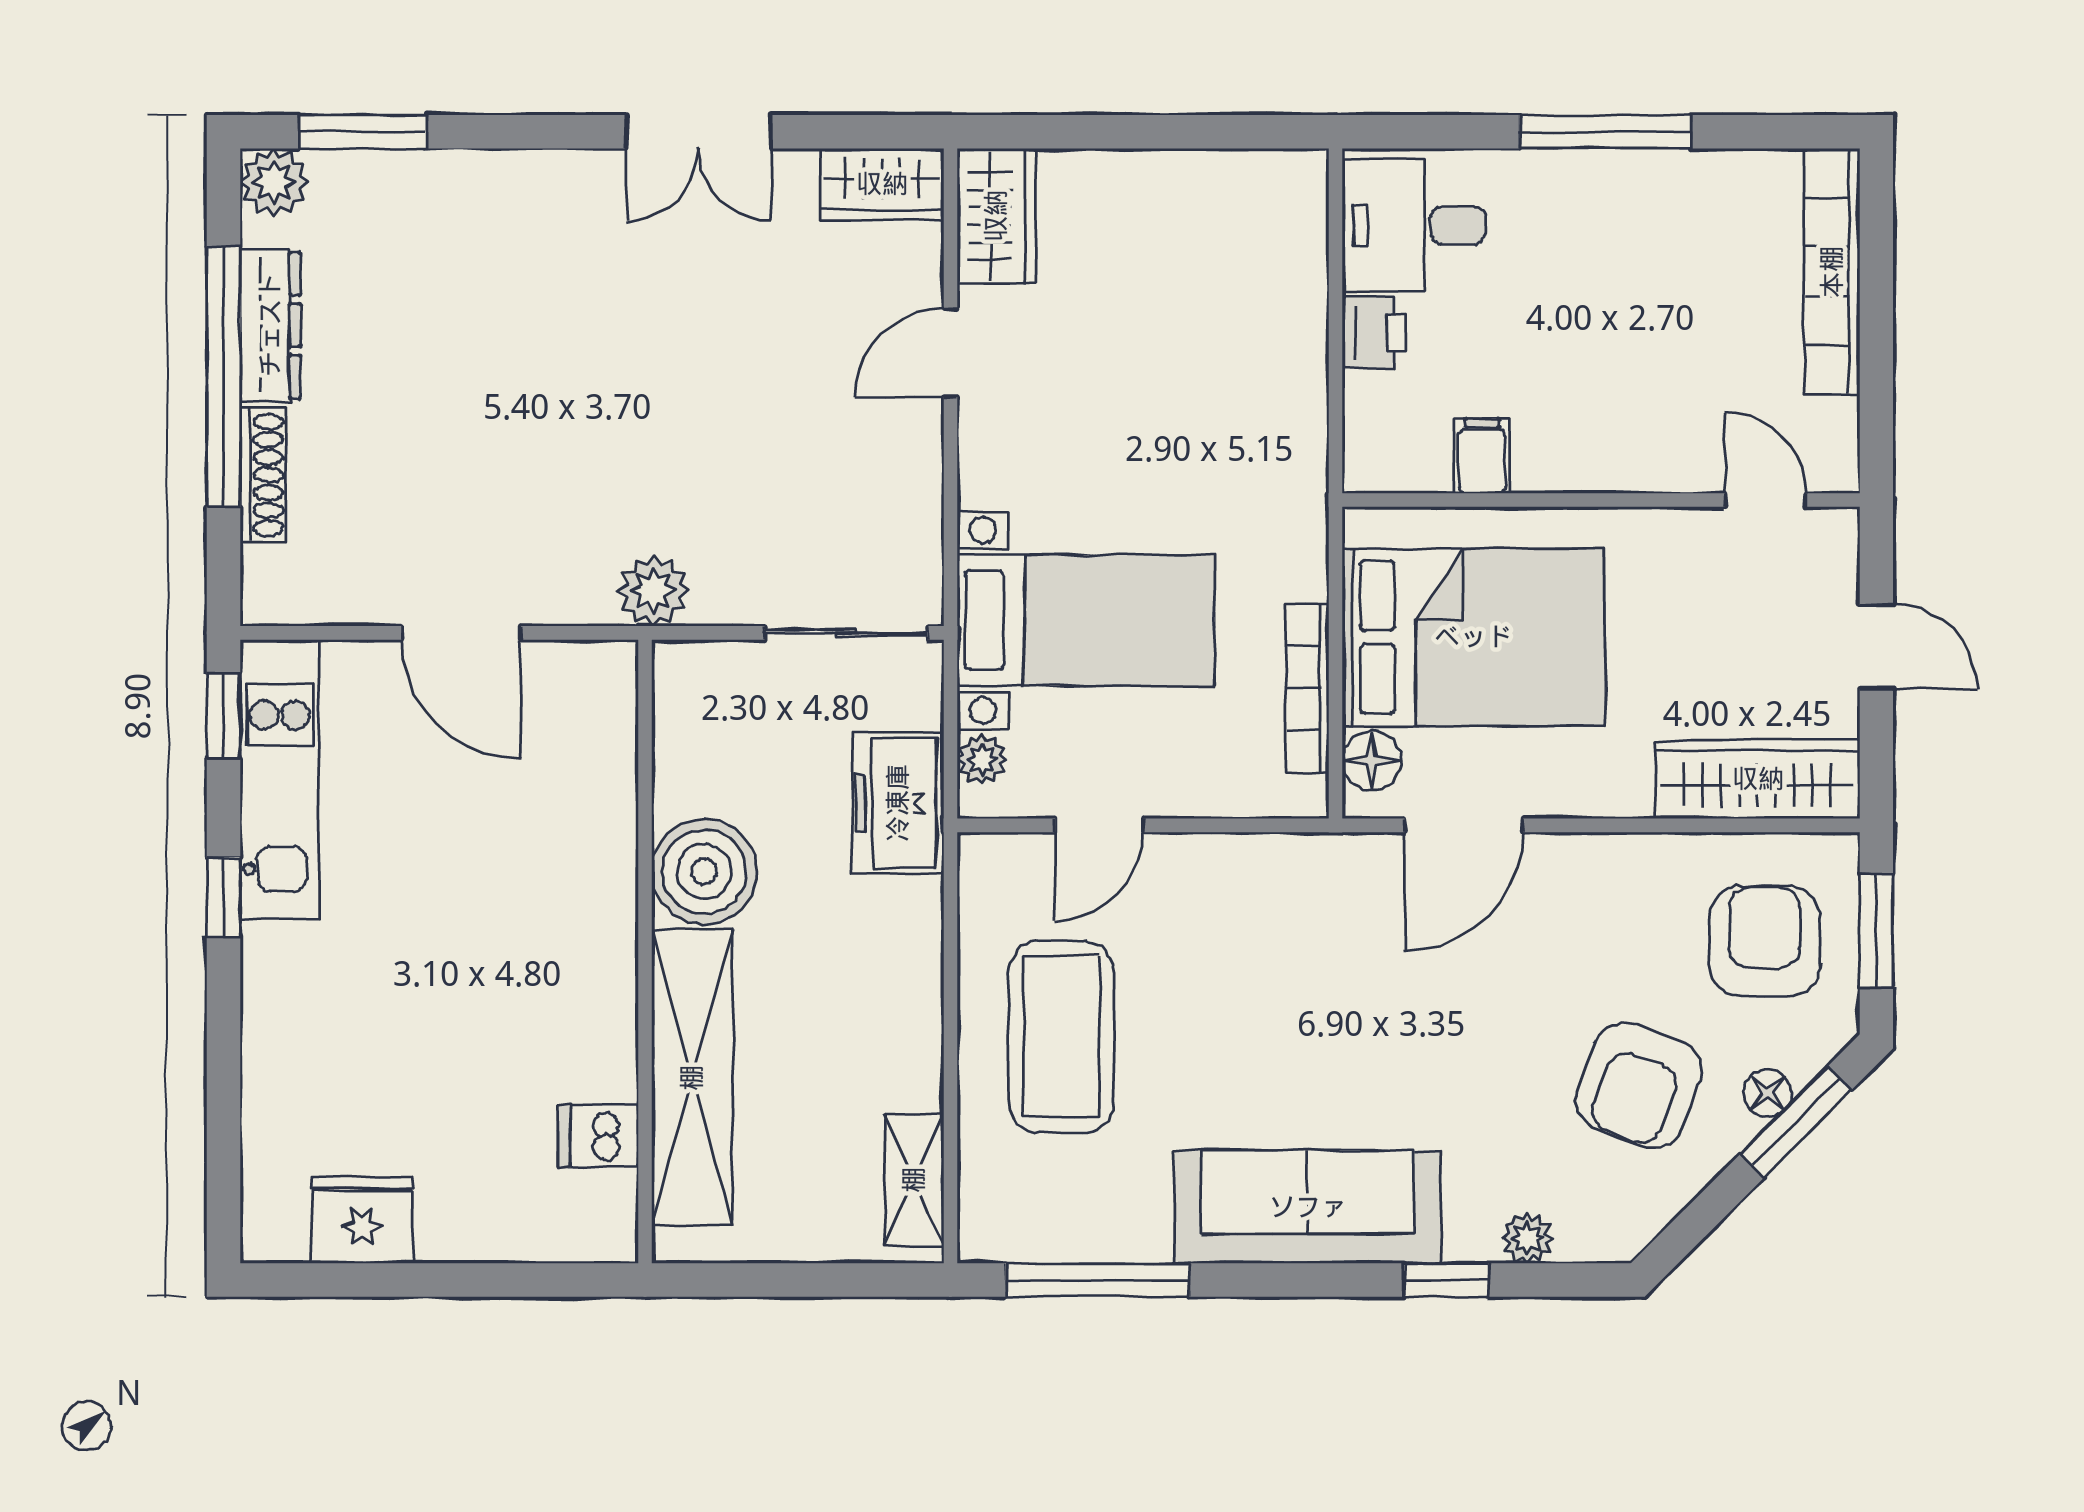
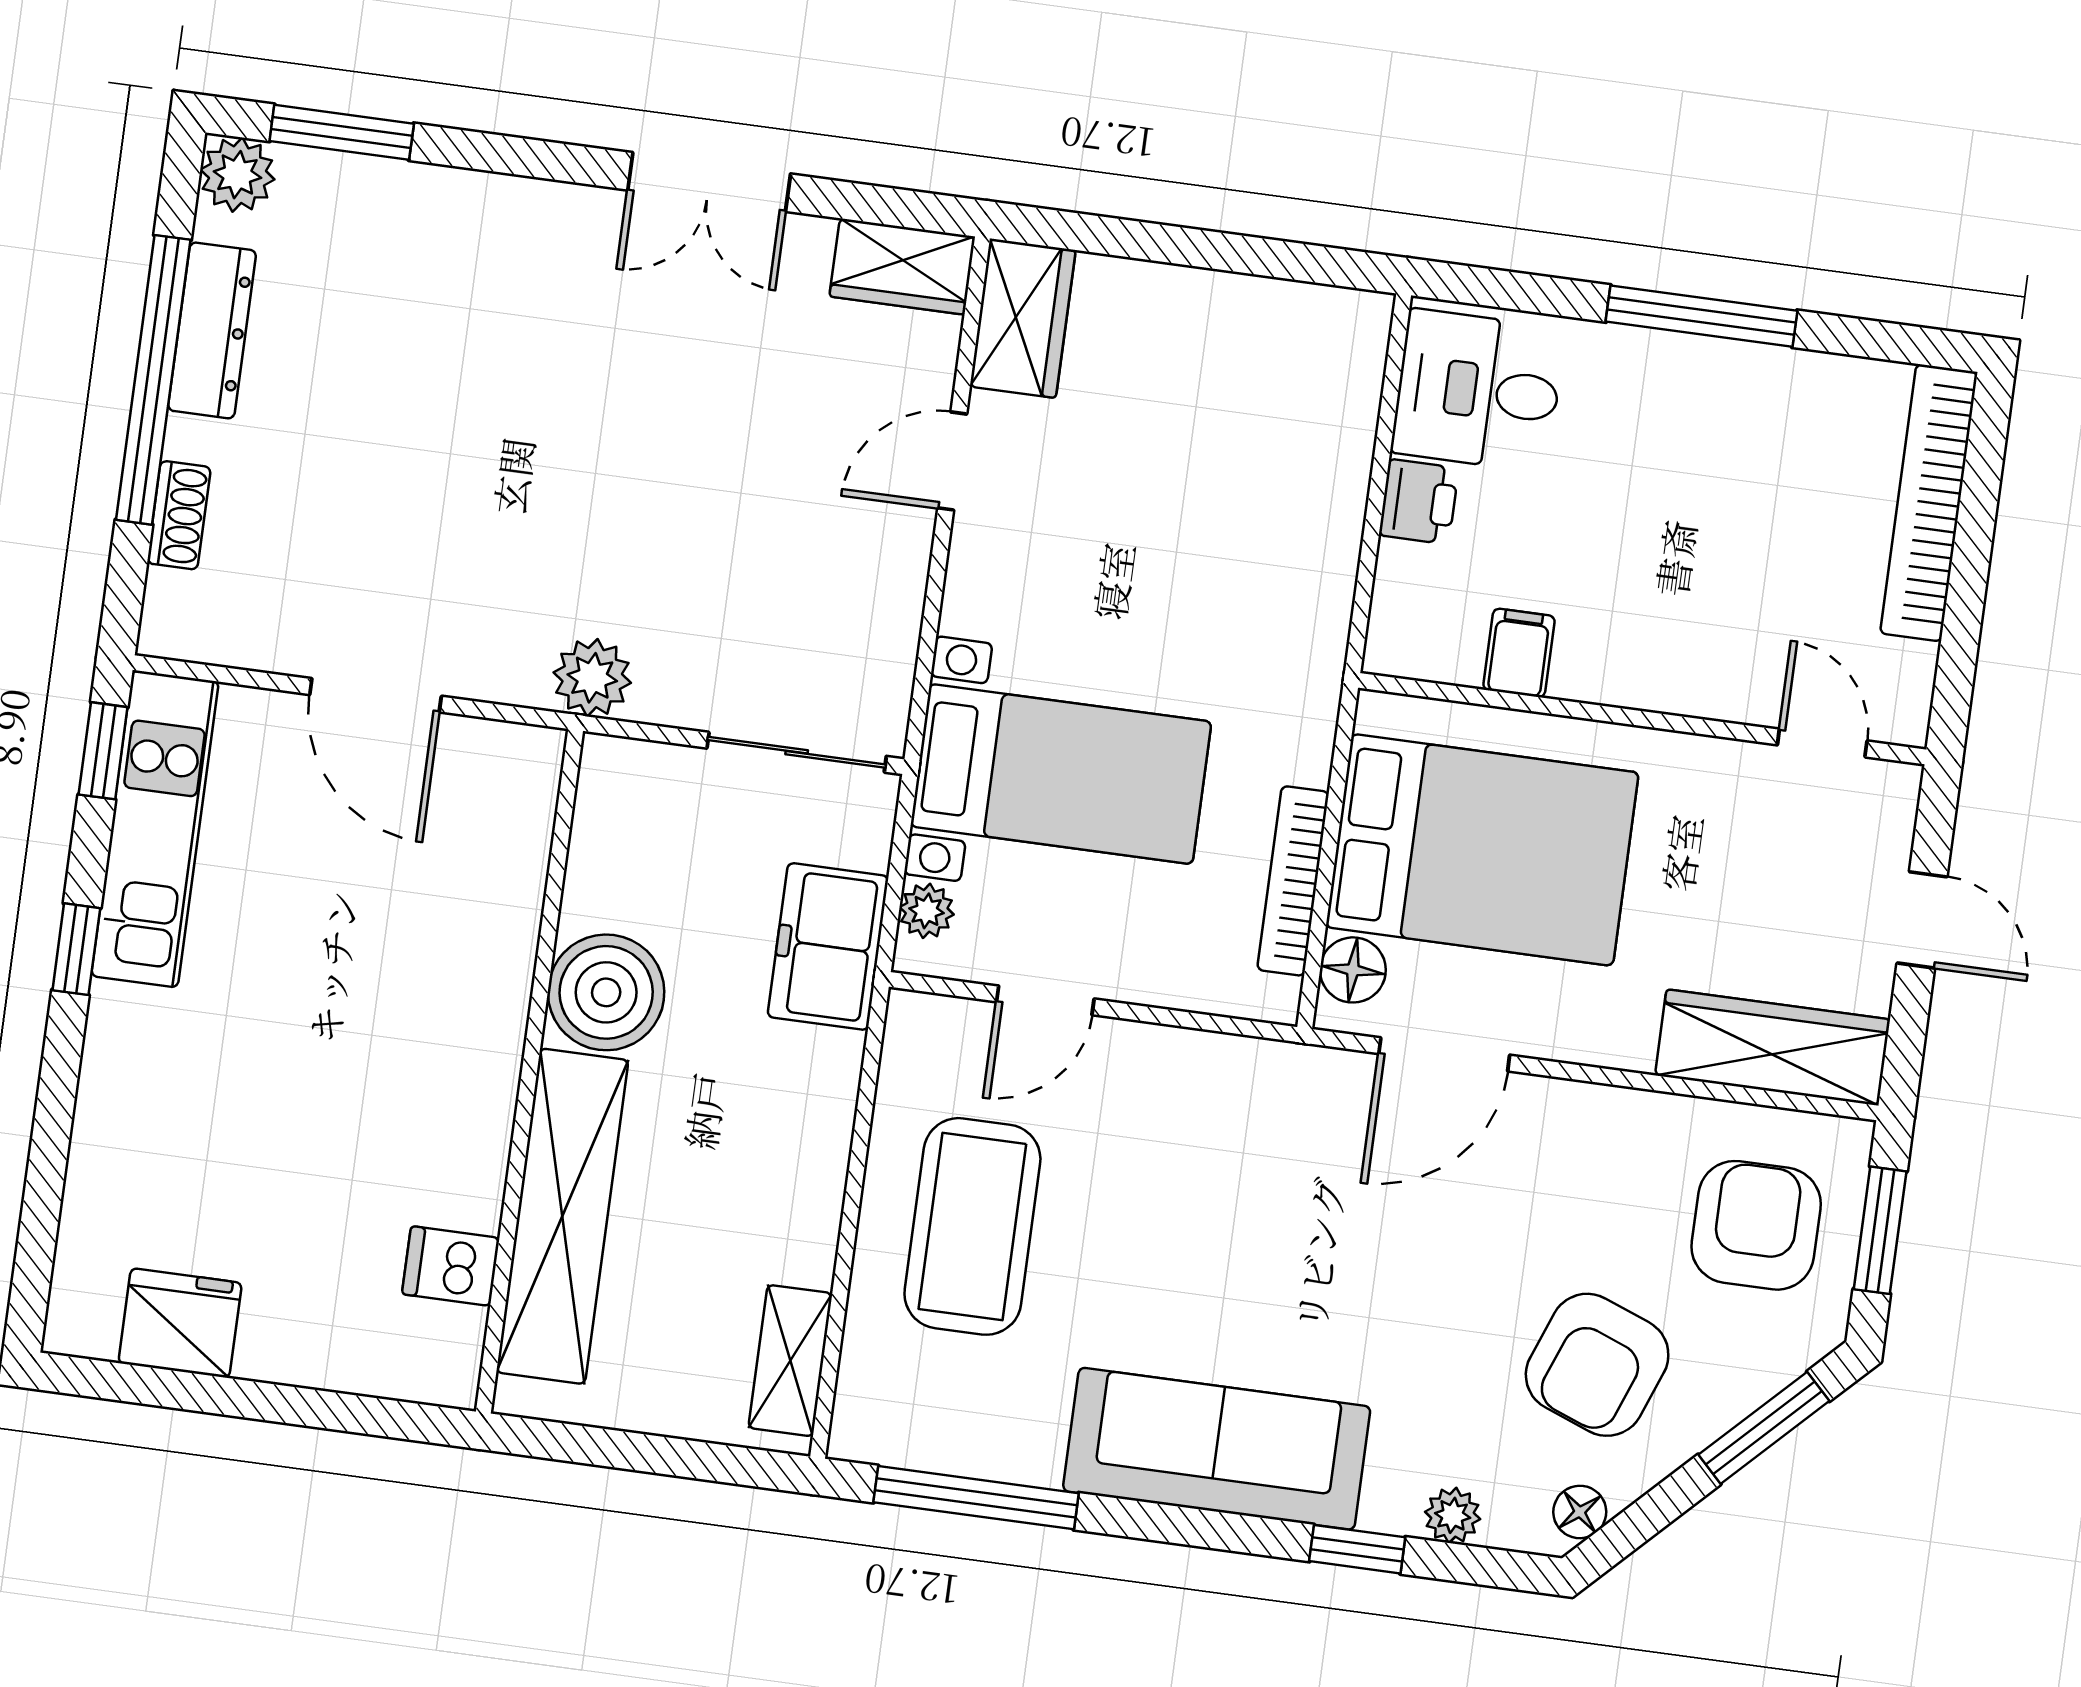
shoe rack: (263, 475) -> (179, 515), width x0.70
floor lamp: (1768, 1093) -> (1580, 1512), moved

